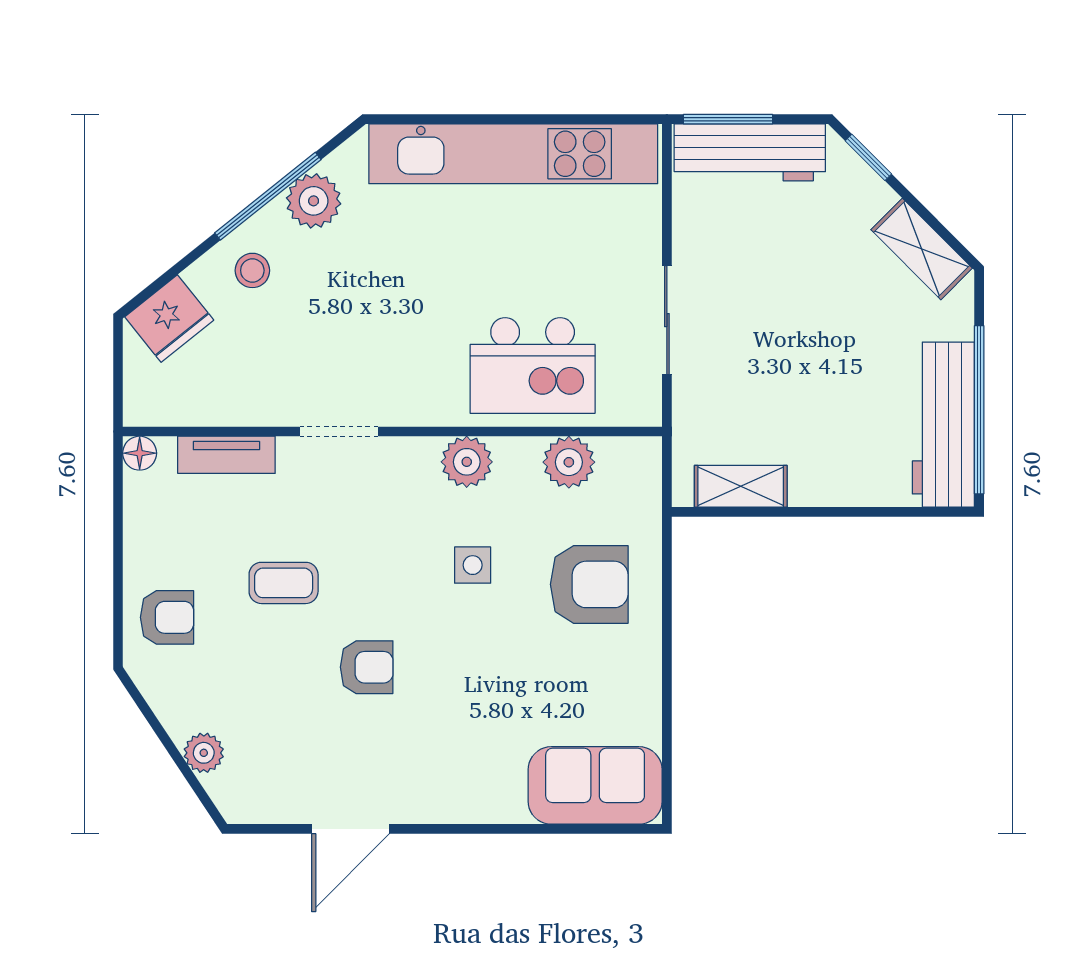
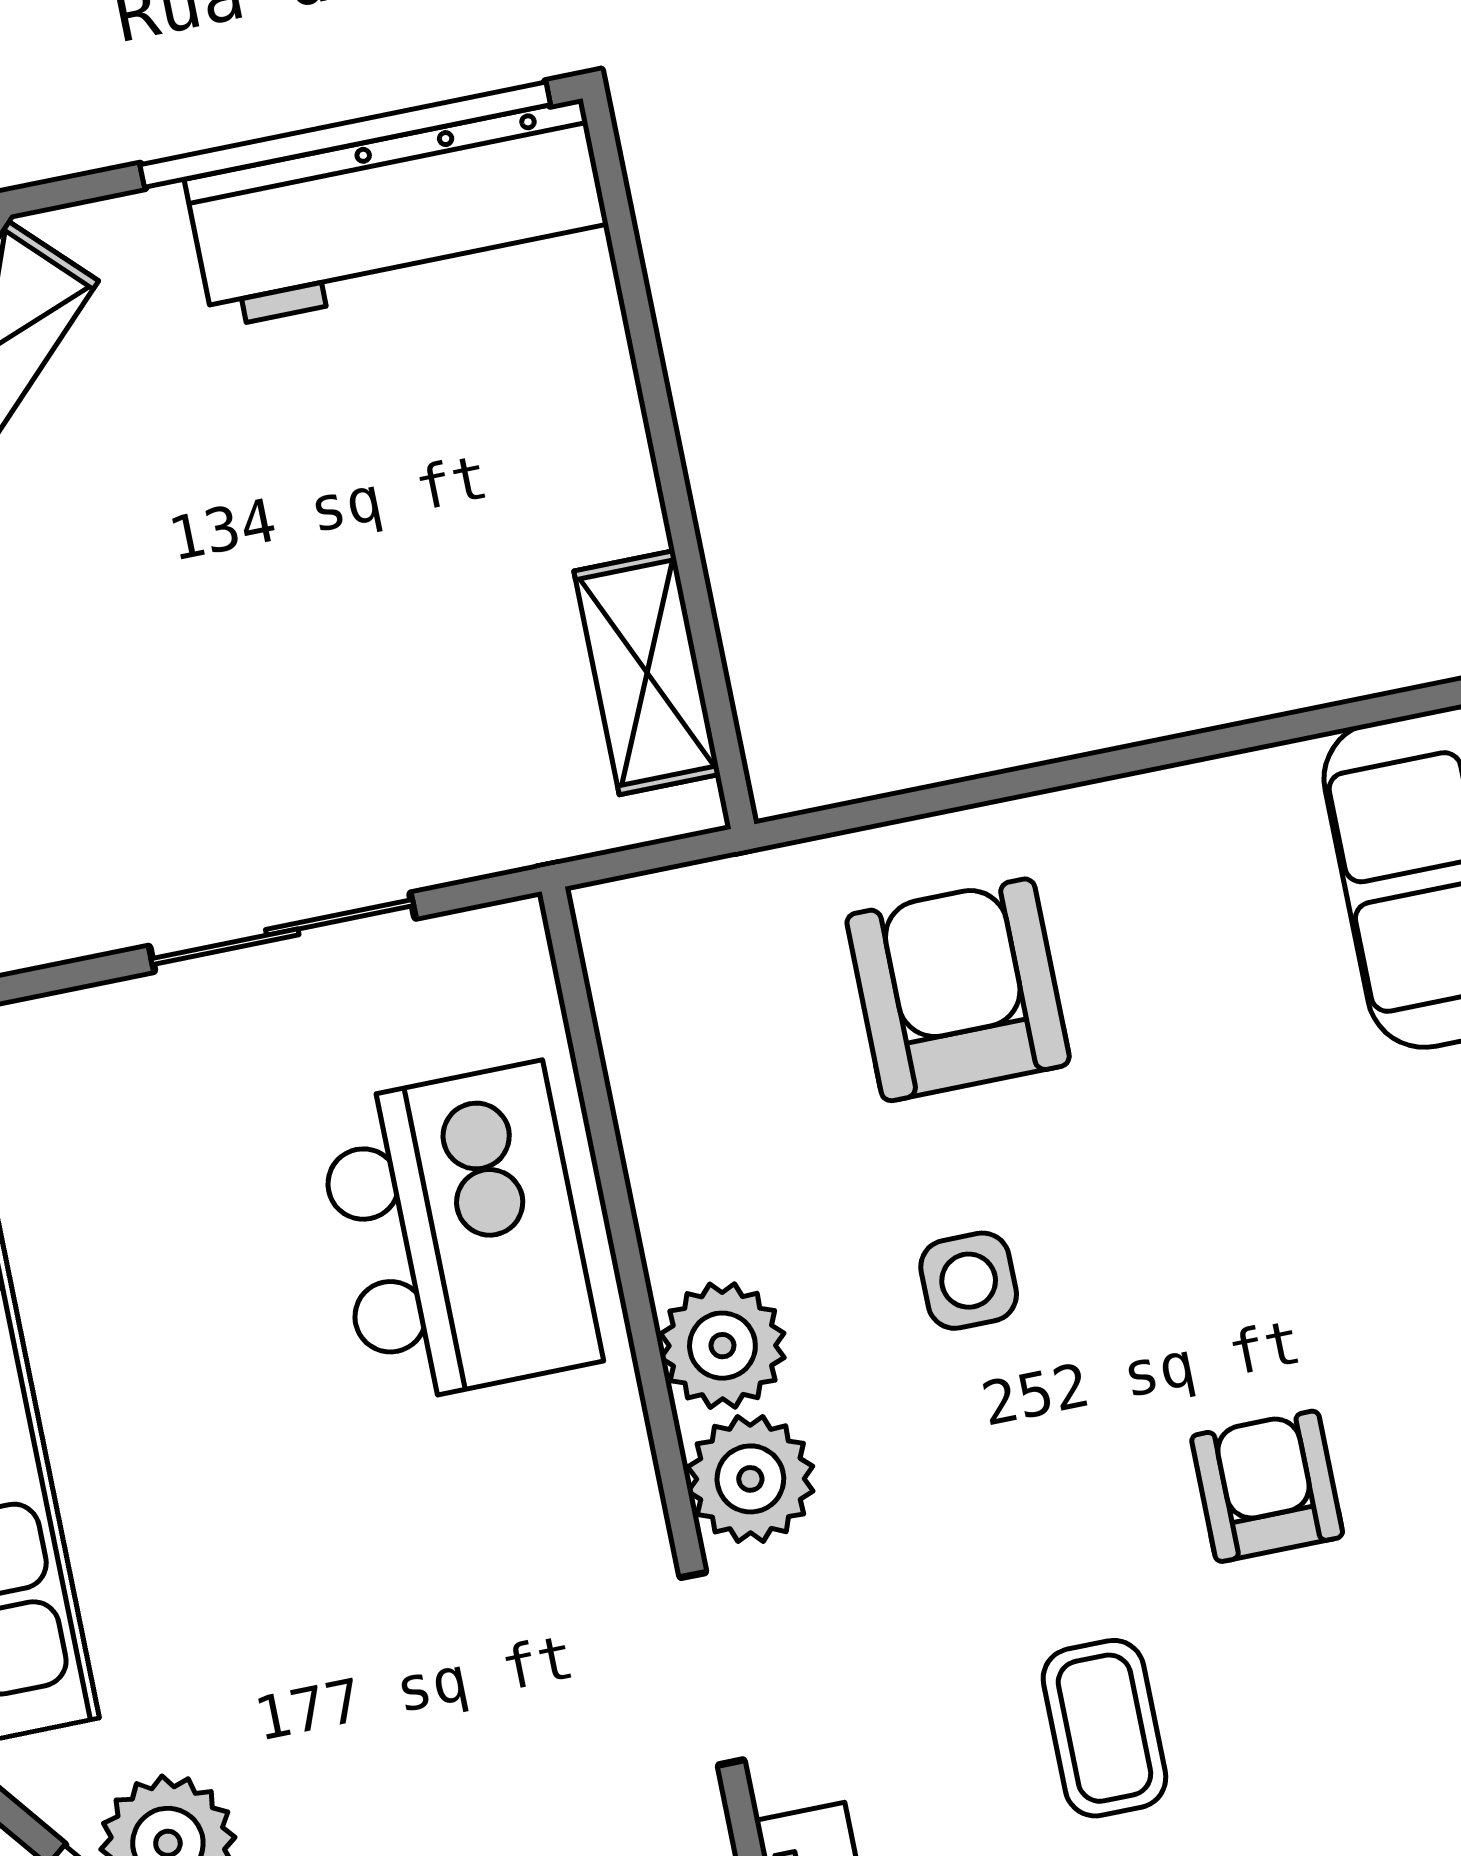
plant: (569, 462) -> (750, 1479), moved

